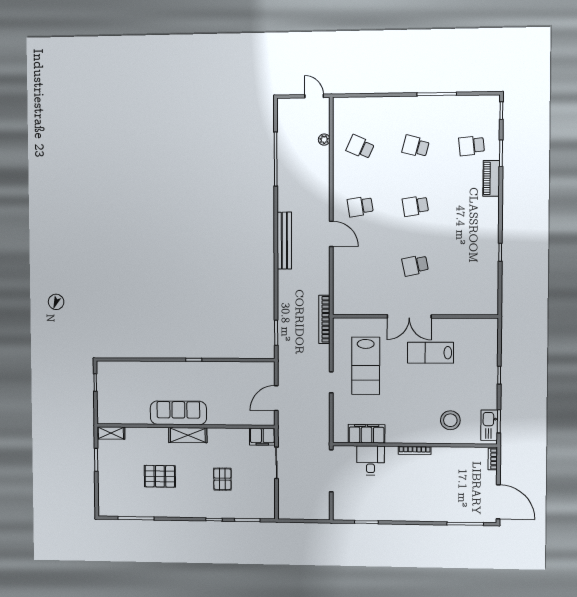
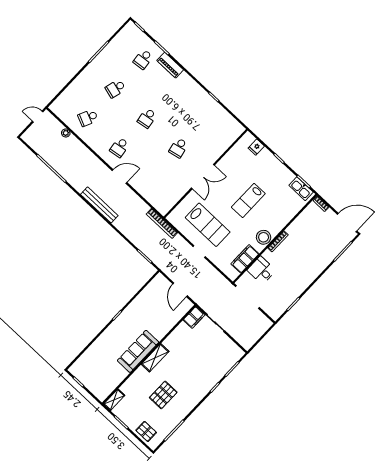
fridge: (489, 342) -> (256, 147), added
lab bench: (430, 353) -> (248, 200), moved
stool: (450, 420) -> (264, 237), moved
pallet: (222, 479) -> (146, 431), moved

